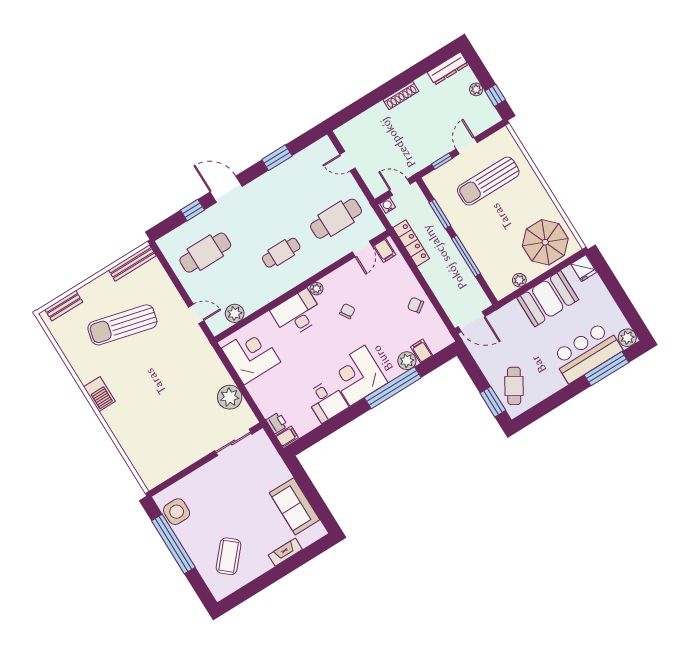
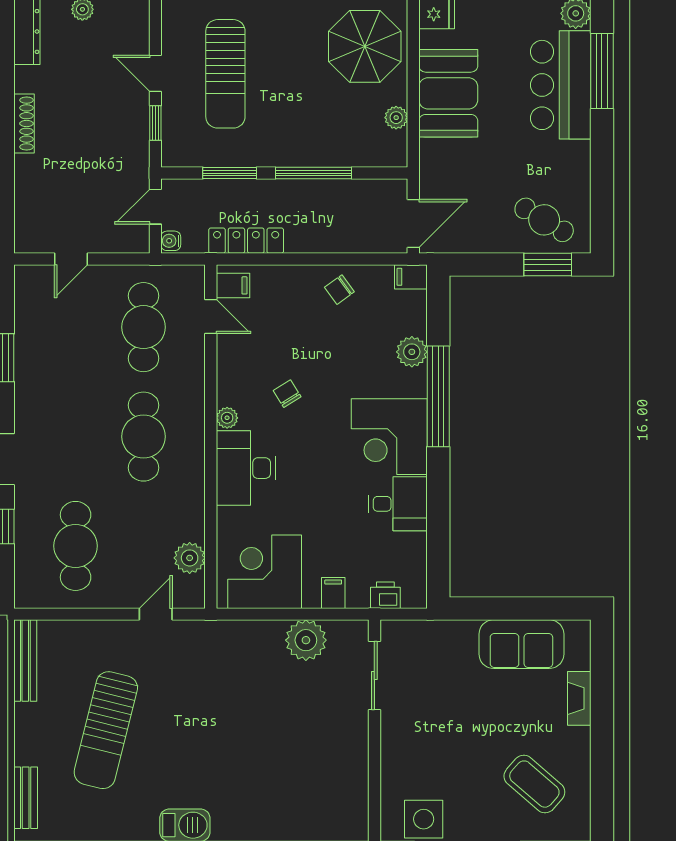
cafe table: (281, 253) -> (144, 437), width x1.37, depth x1.35
filing cabinet: (422, 351) -> (411, 277), moved
filing cabinet: (287, 437) -> (333, 593), moved

